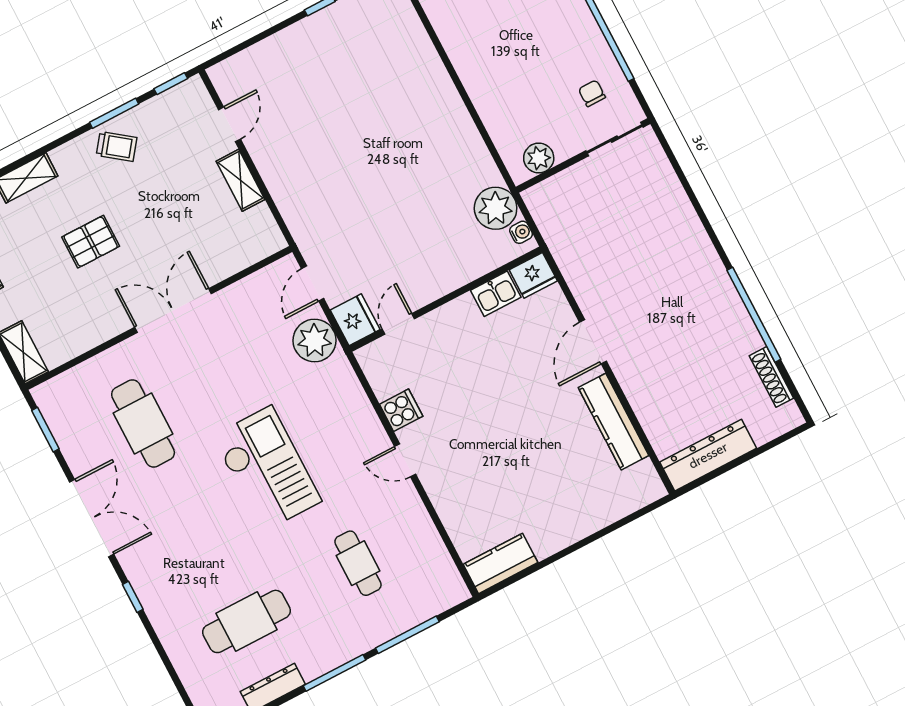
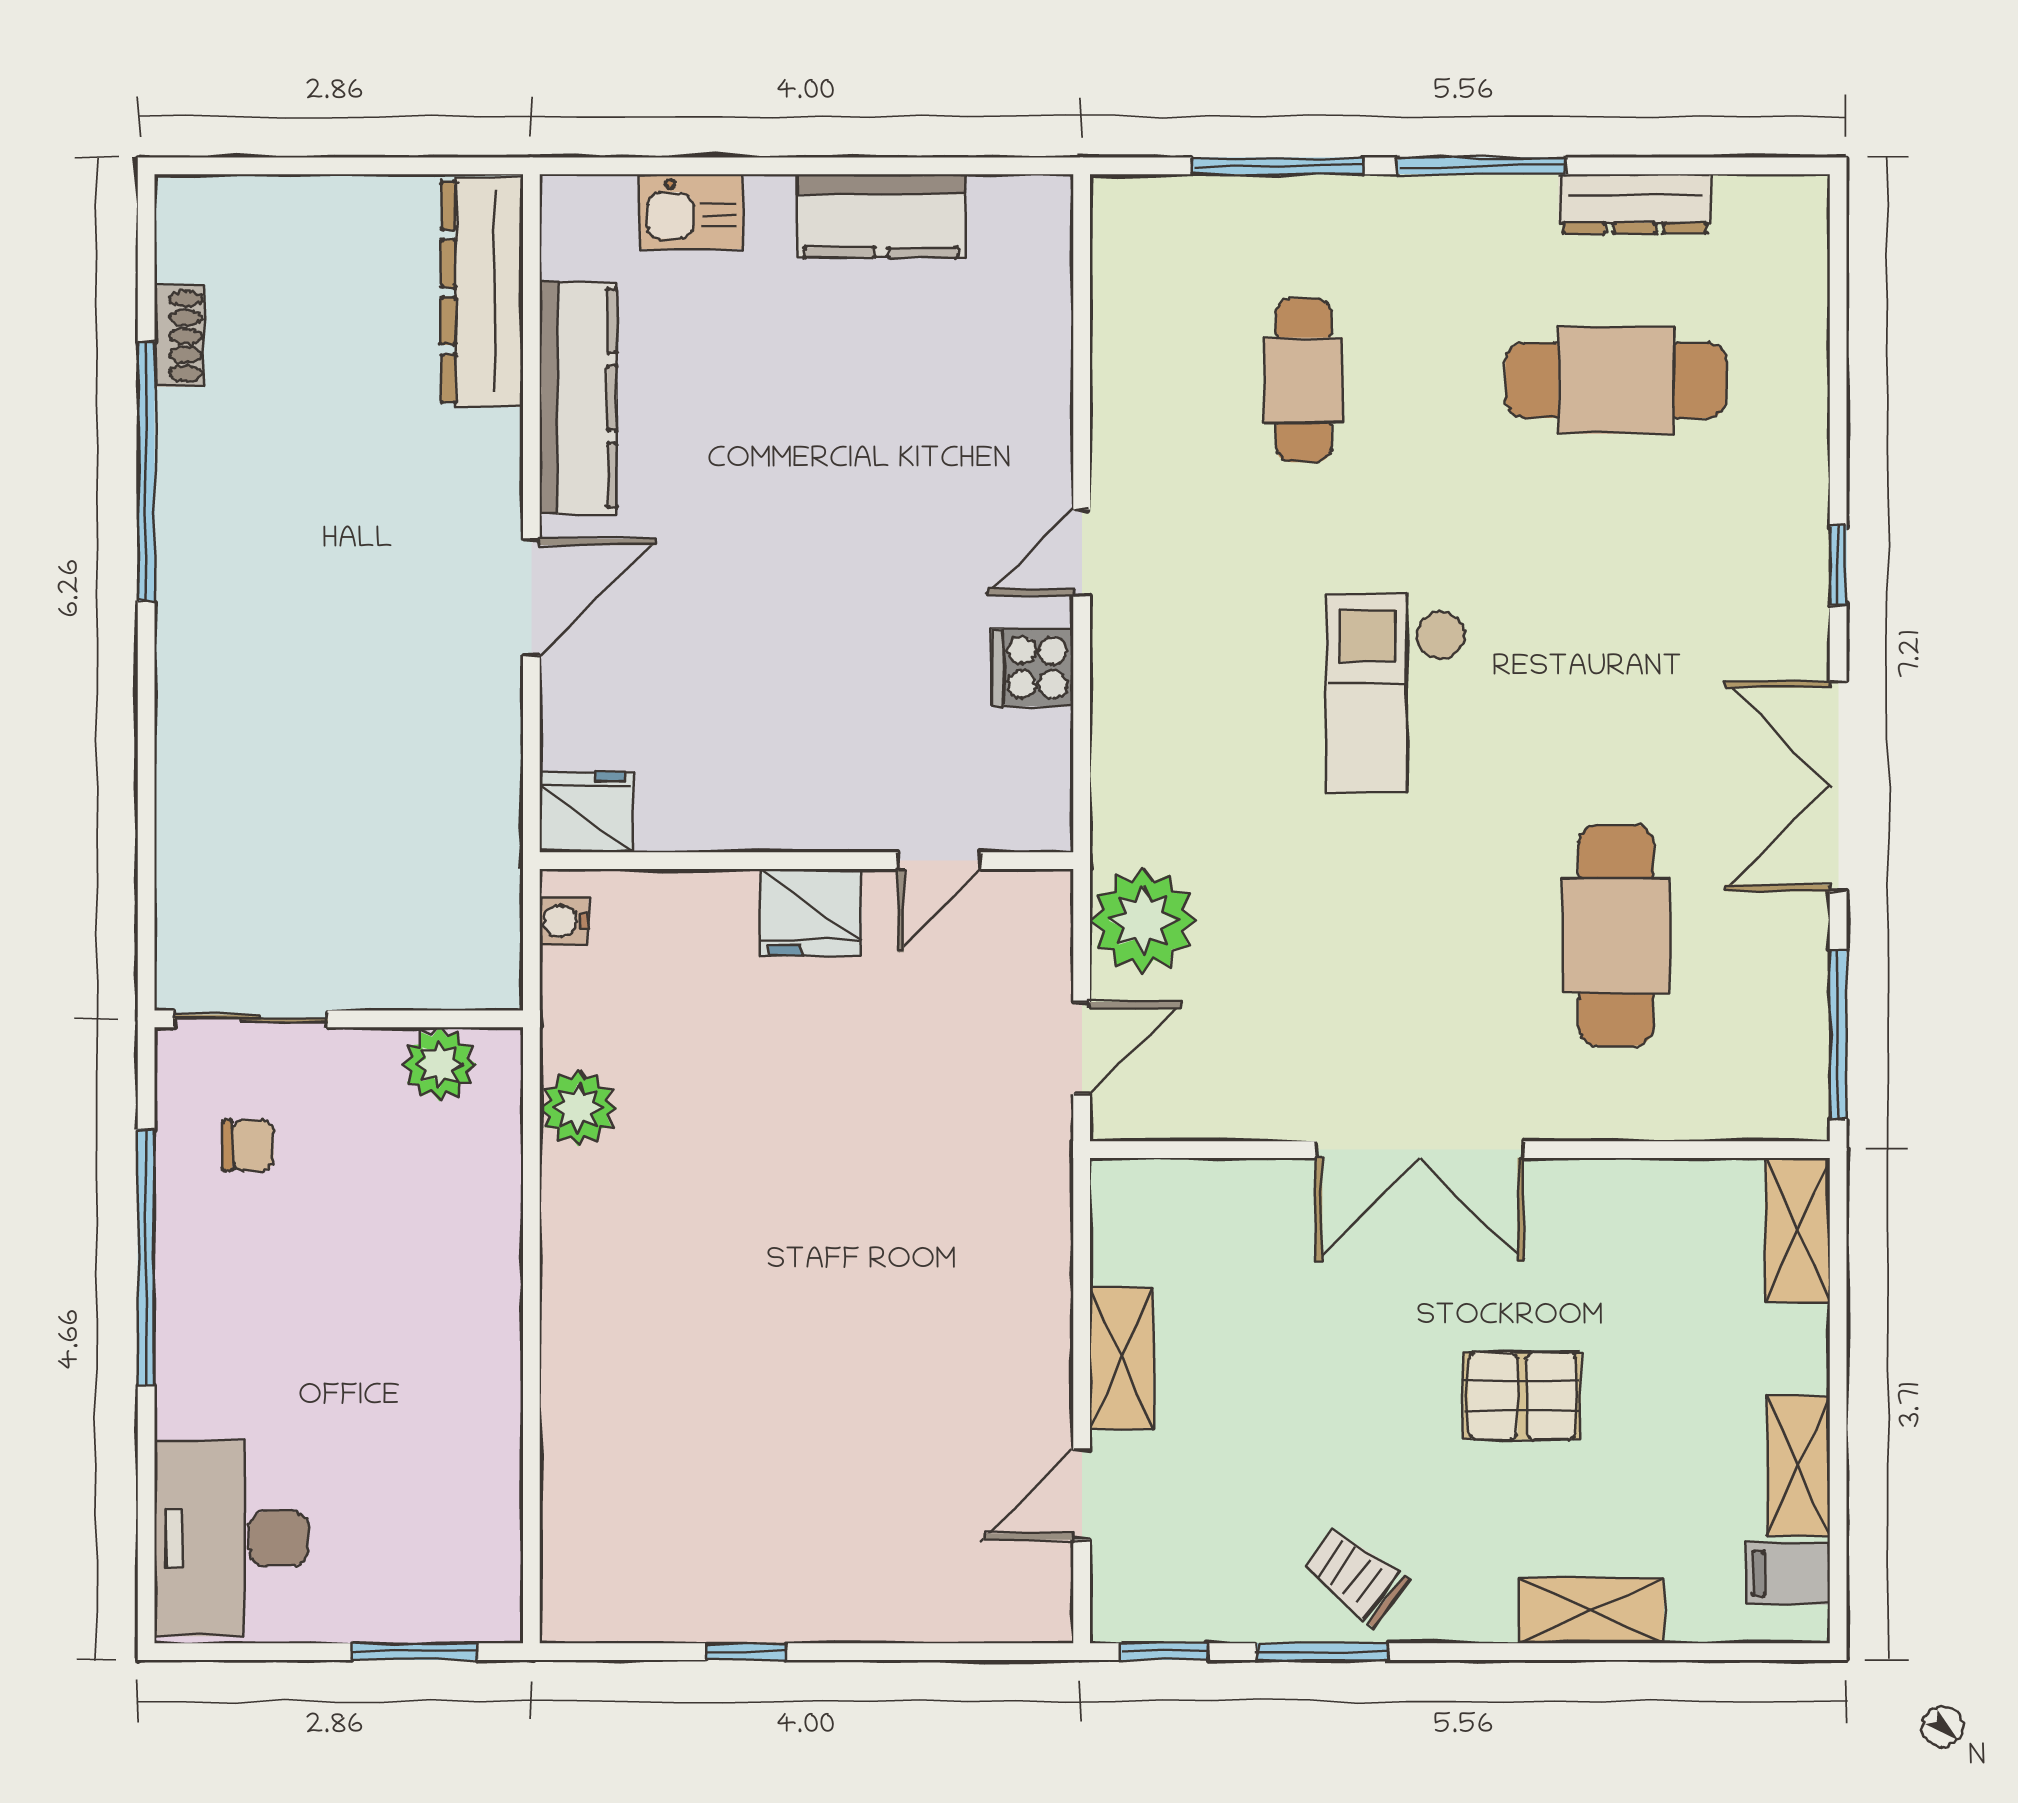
chair: (592, 93) -> (248, 1146), turned -90
plant: (496, 208) -> (578, 1108), moved, width x0.73, depth x0.73
kitchen sink: (496, 294) -> (691, 212), moved, turned 180
fridge: (355, 320) -> (811, 912), moved, turned -90
shoe rack: (771, 377) -> (179, 336), width x0.70
window: (45, 430) -> (1838, 1034), width x1.44
dresser: (708, 455) -> (482, 292), moved, turned 90
door: (405, 460) -> (1082, 552), swing flipped
checkout: (267, 469) -> (1396, 693), width x0.73, depth x0.83
kitchen counter: (500, 563) -> (881, 216), moved

